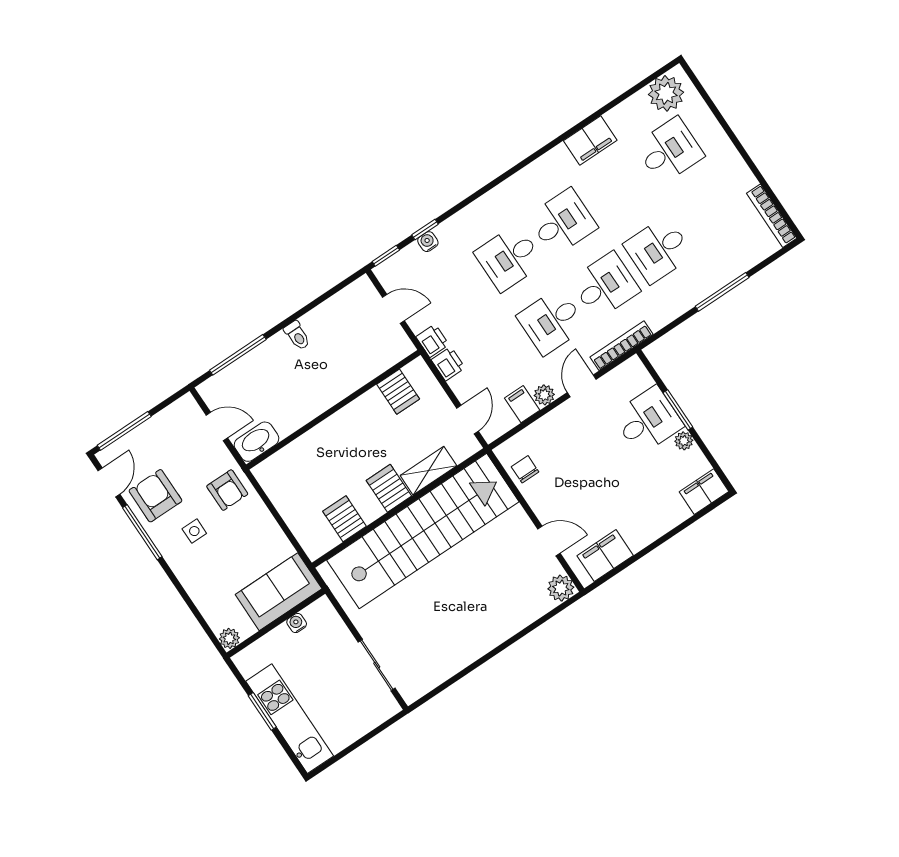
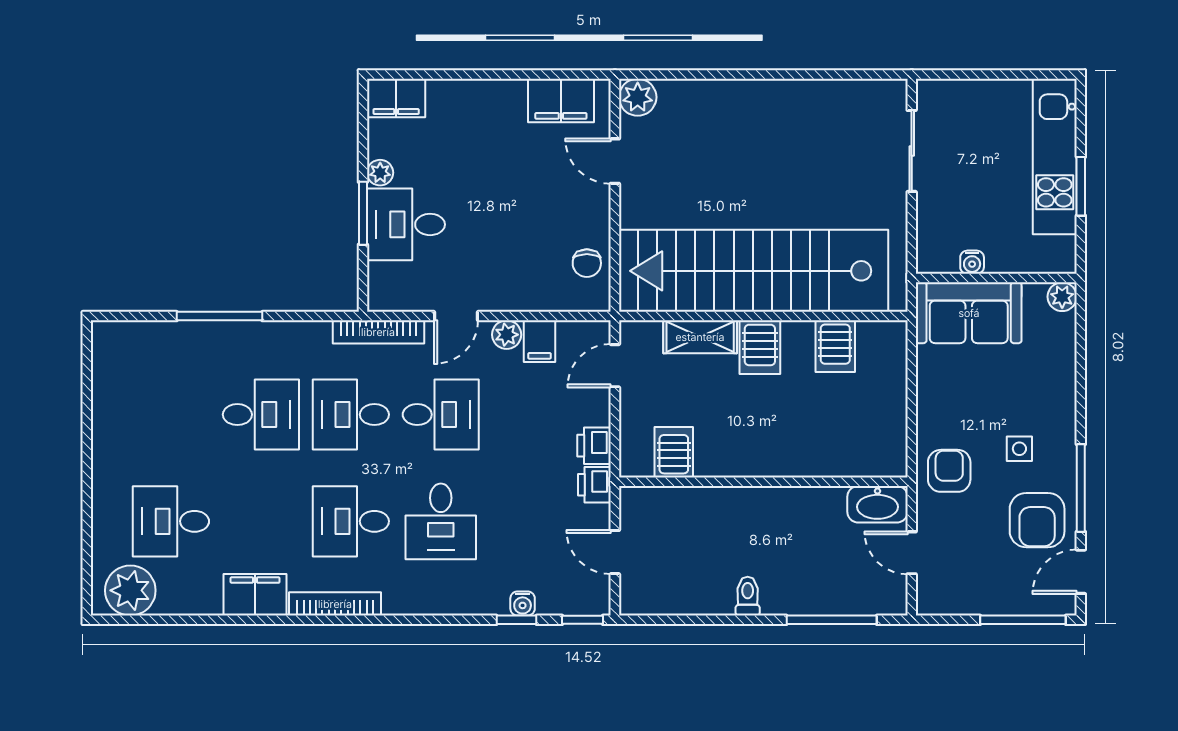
bookcase: (772, 216) -> (335, 604), moved, turned -90
desk: (509, 258) -> (441, 521), turned 90

